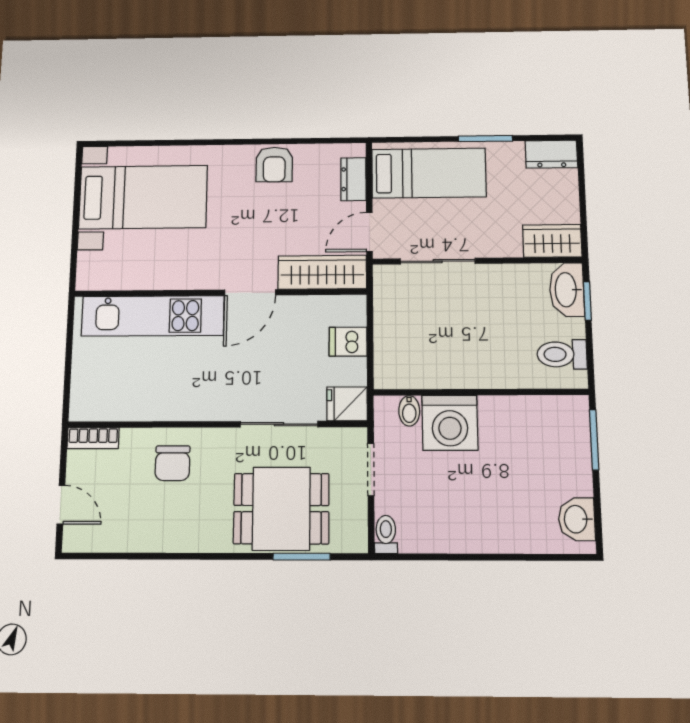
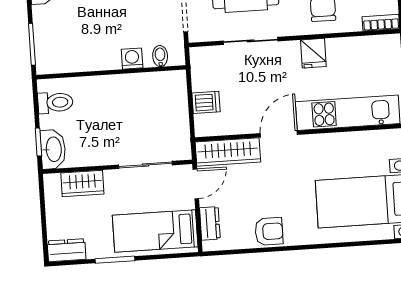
armchair: (274, 164) -> (269, 231), turned 90
wardrobe: (552, 241) -> (82, 183), moved
fridge: (347, 404) -> (313, 53), moved, turned 90
washing machine: (450, 423) -> (132, 59), width x0.53, depth x0.53

